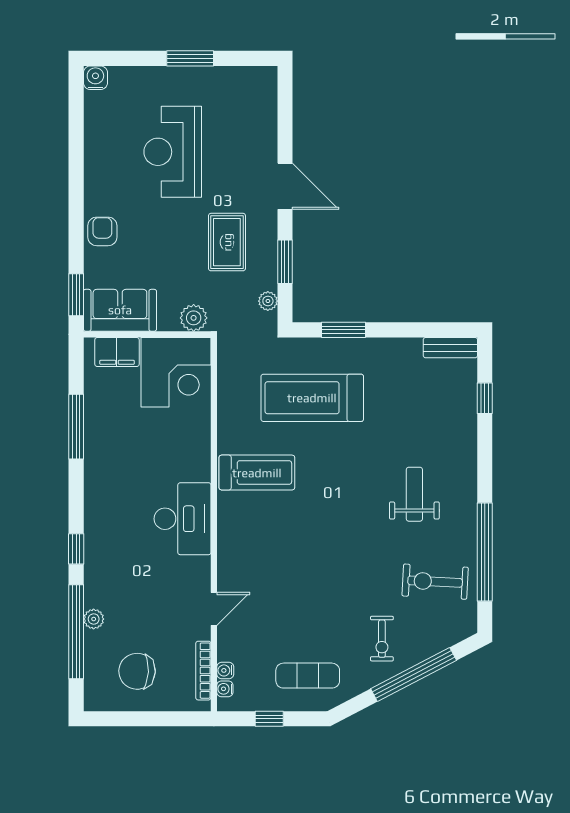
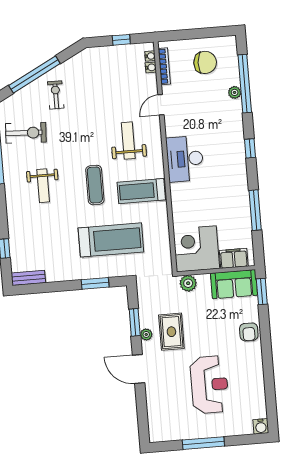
window: (190, 58) -> (203, 443), width x1.44
plant: (268, 301) -> (146, 334), moved
window: (76, 549) -> (250, 148), moved
weight bench: (271, 556) -> (128, 141), added
exercise mat: (308, 676) -> (95, 185), moved, turned 90

